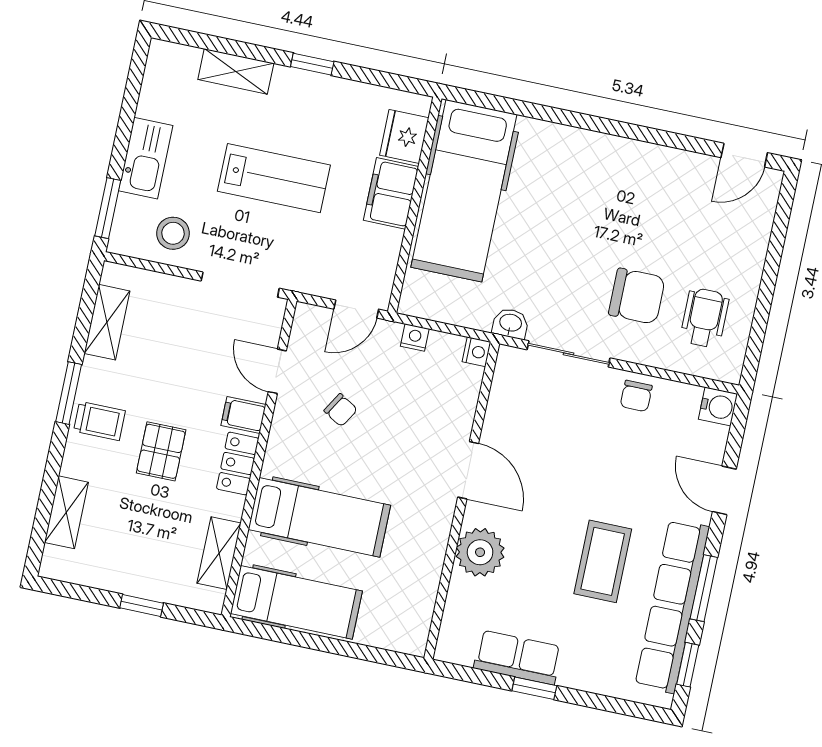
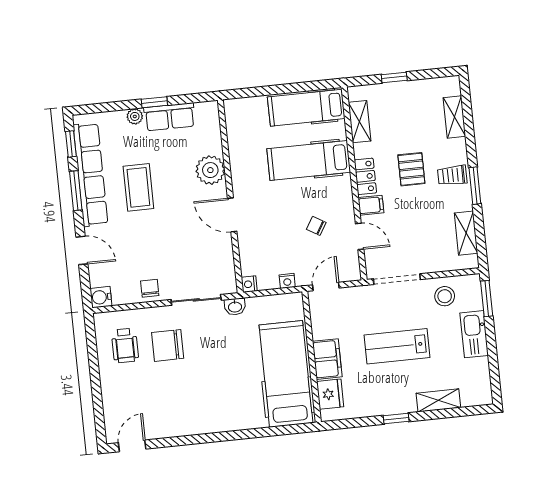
plant: (572, 676) -> (135, 116), added

